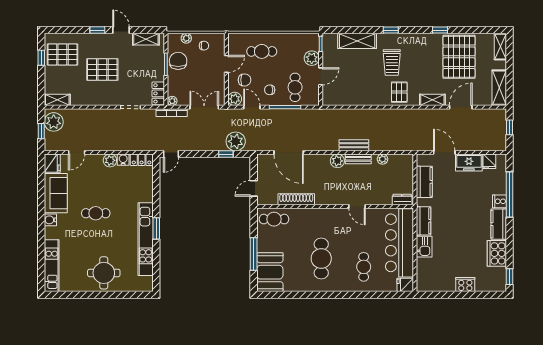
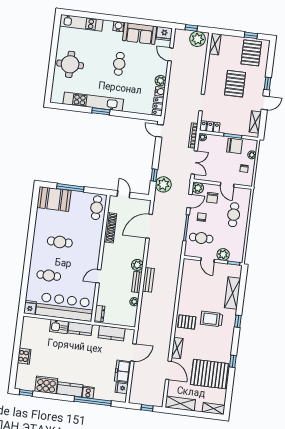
cafe table: (321, 259) -> (60, 242), width x0.73, depth x0.74

